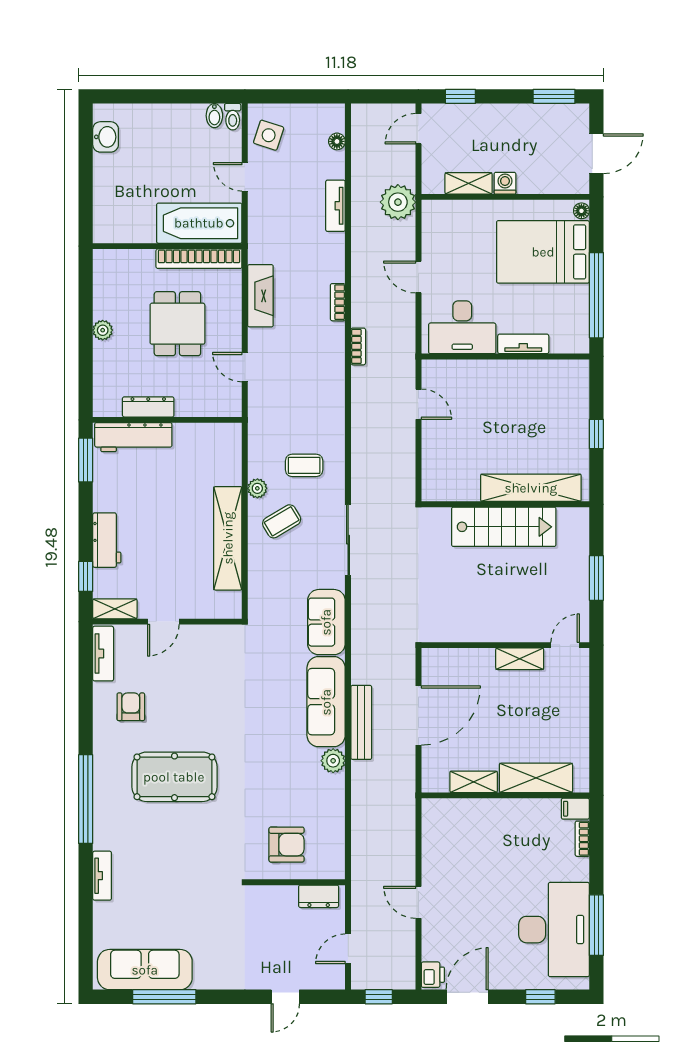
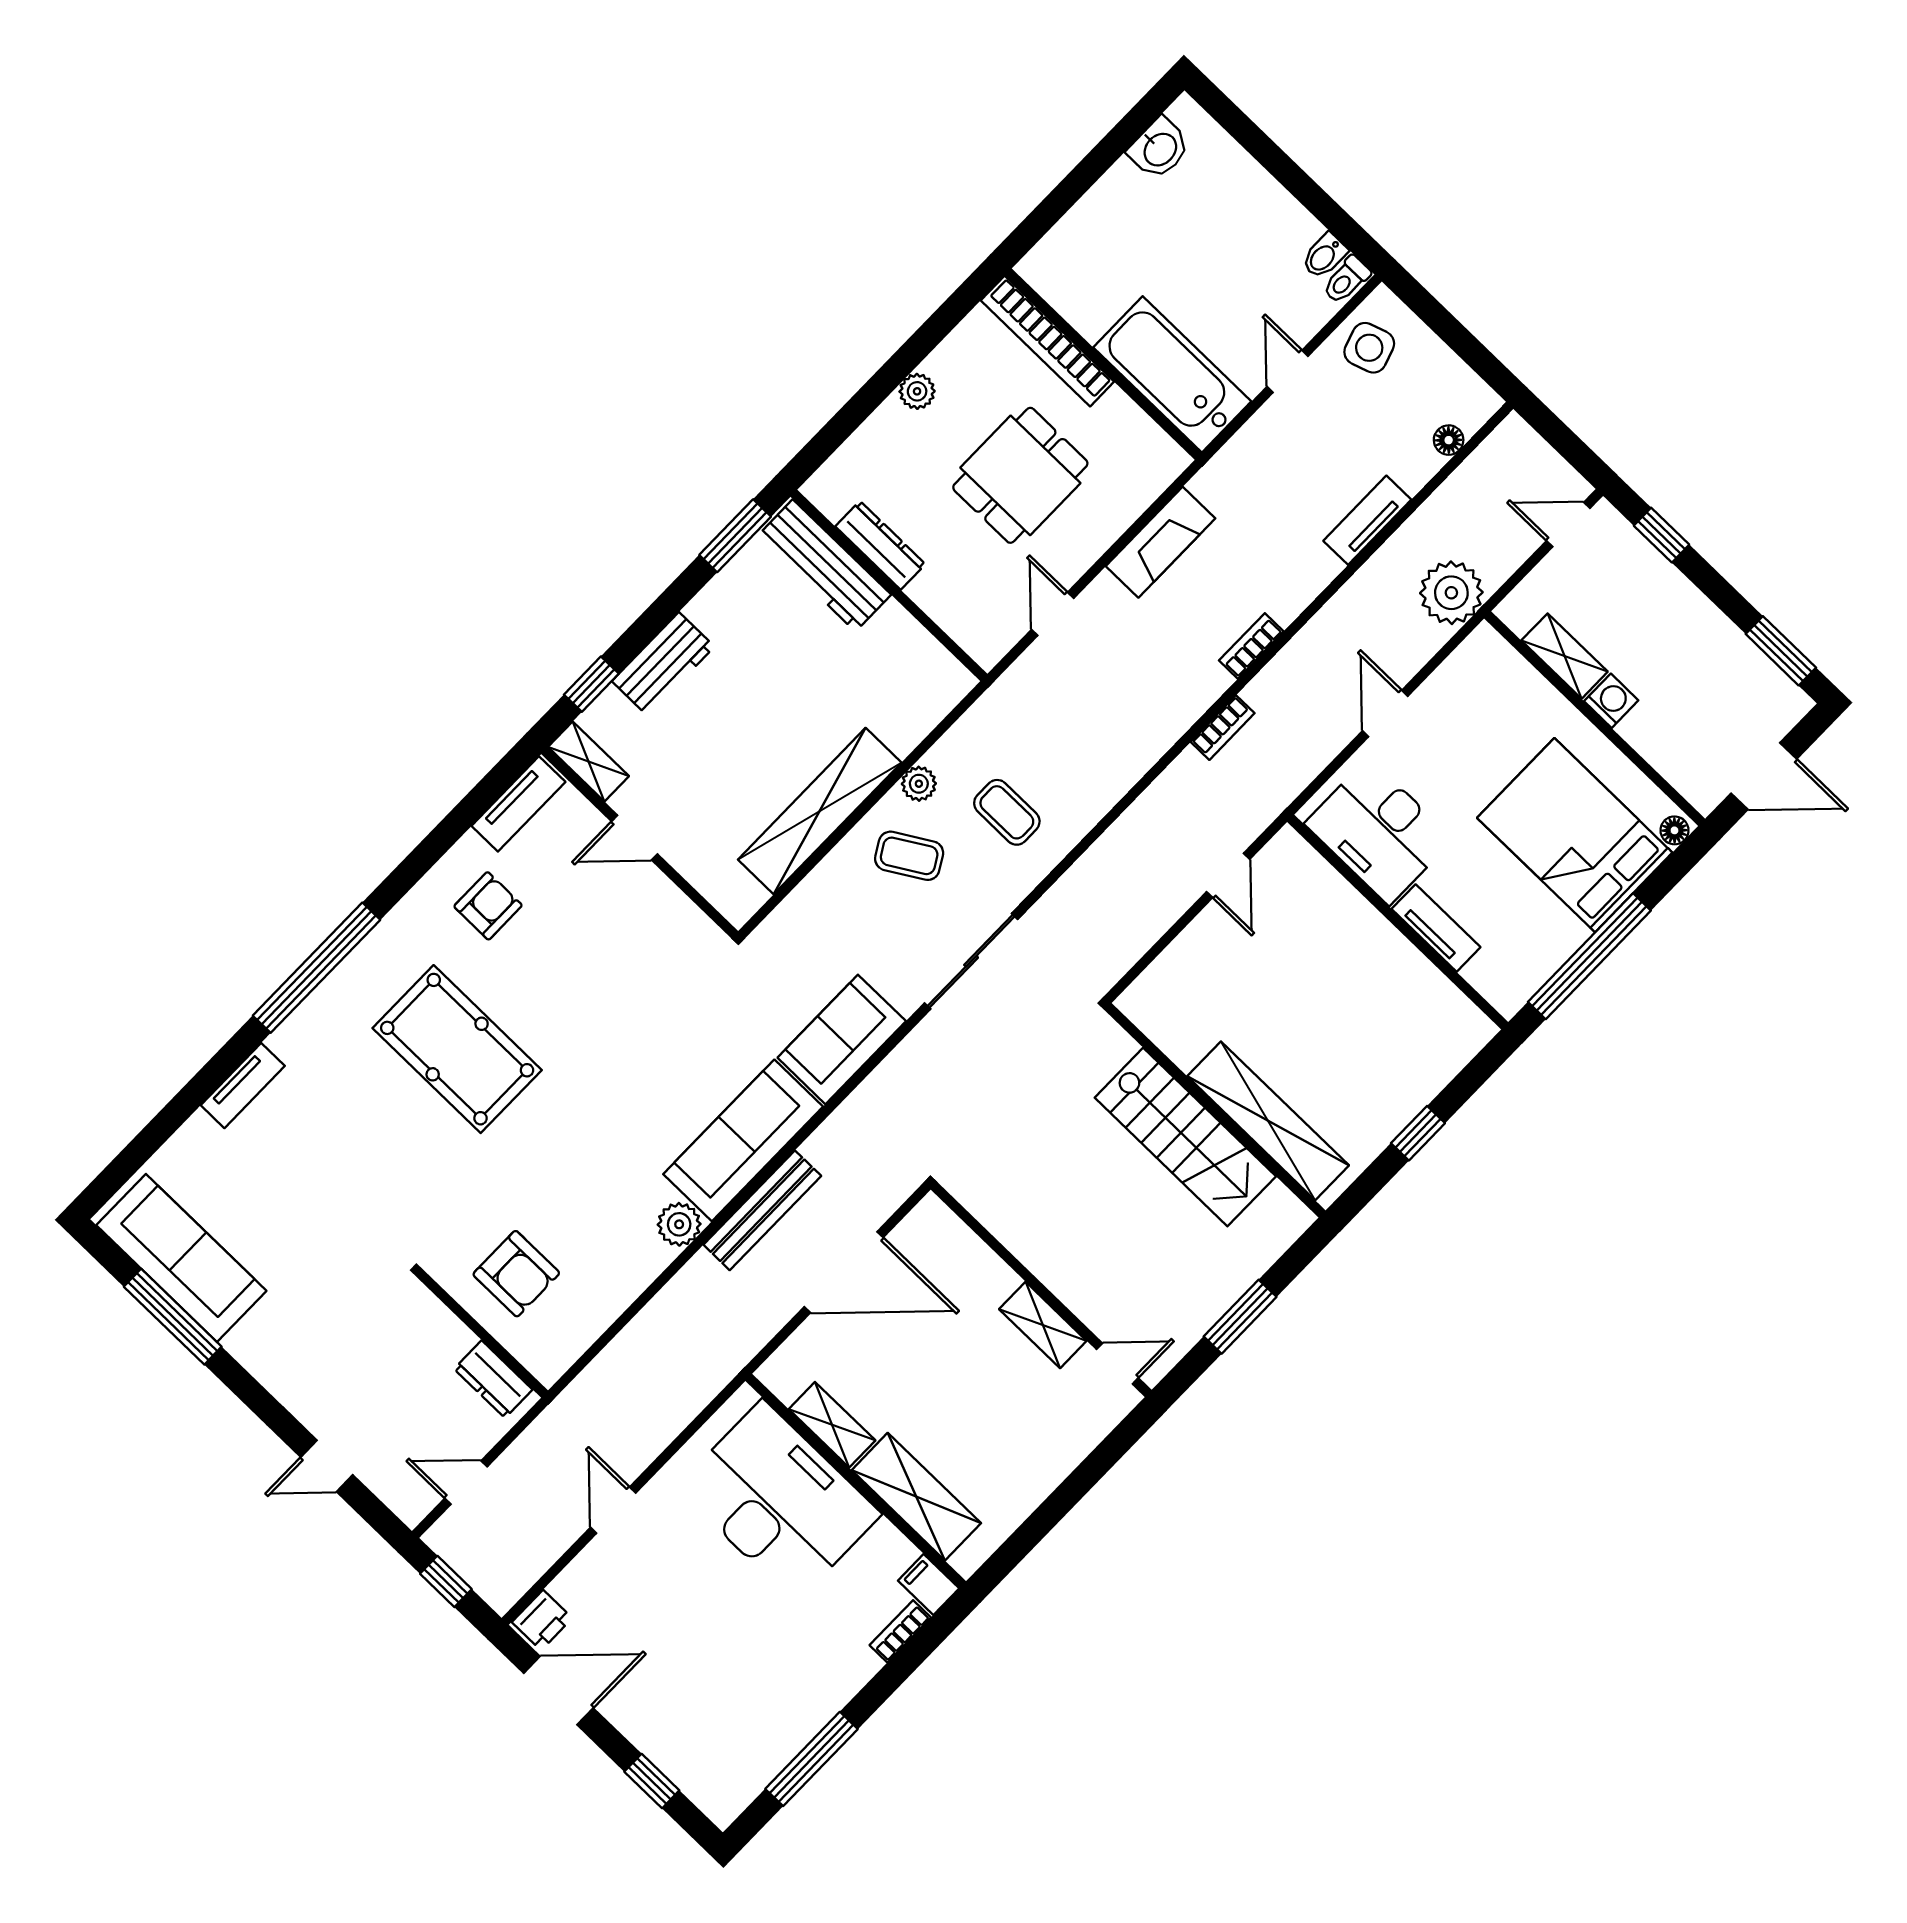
side table: (269, 135) -> (1369, 348), turned -36
bookcase: (199, 259) -> (1047, 341), moved
desk: (554, 930) -> (779, 1501), moved, turned -90

